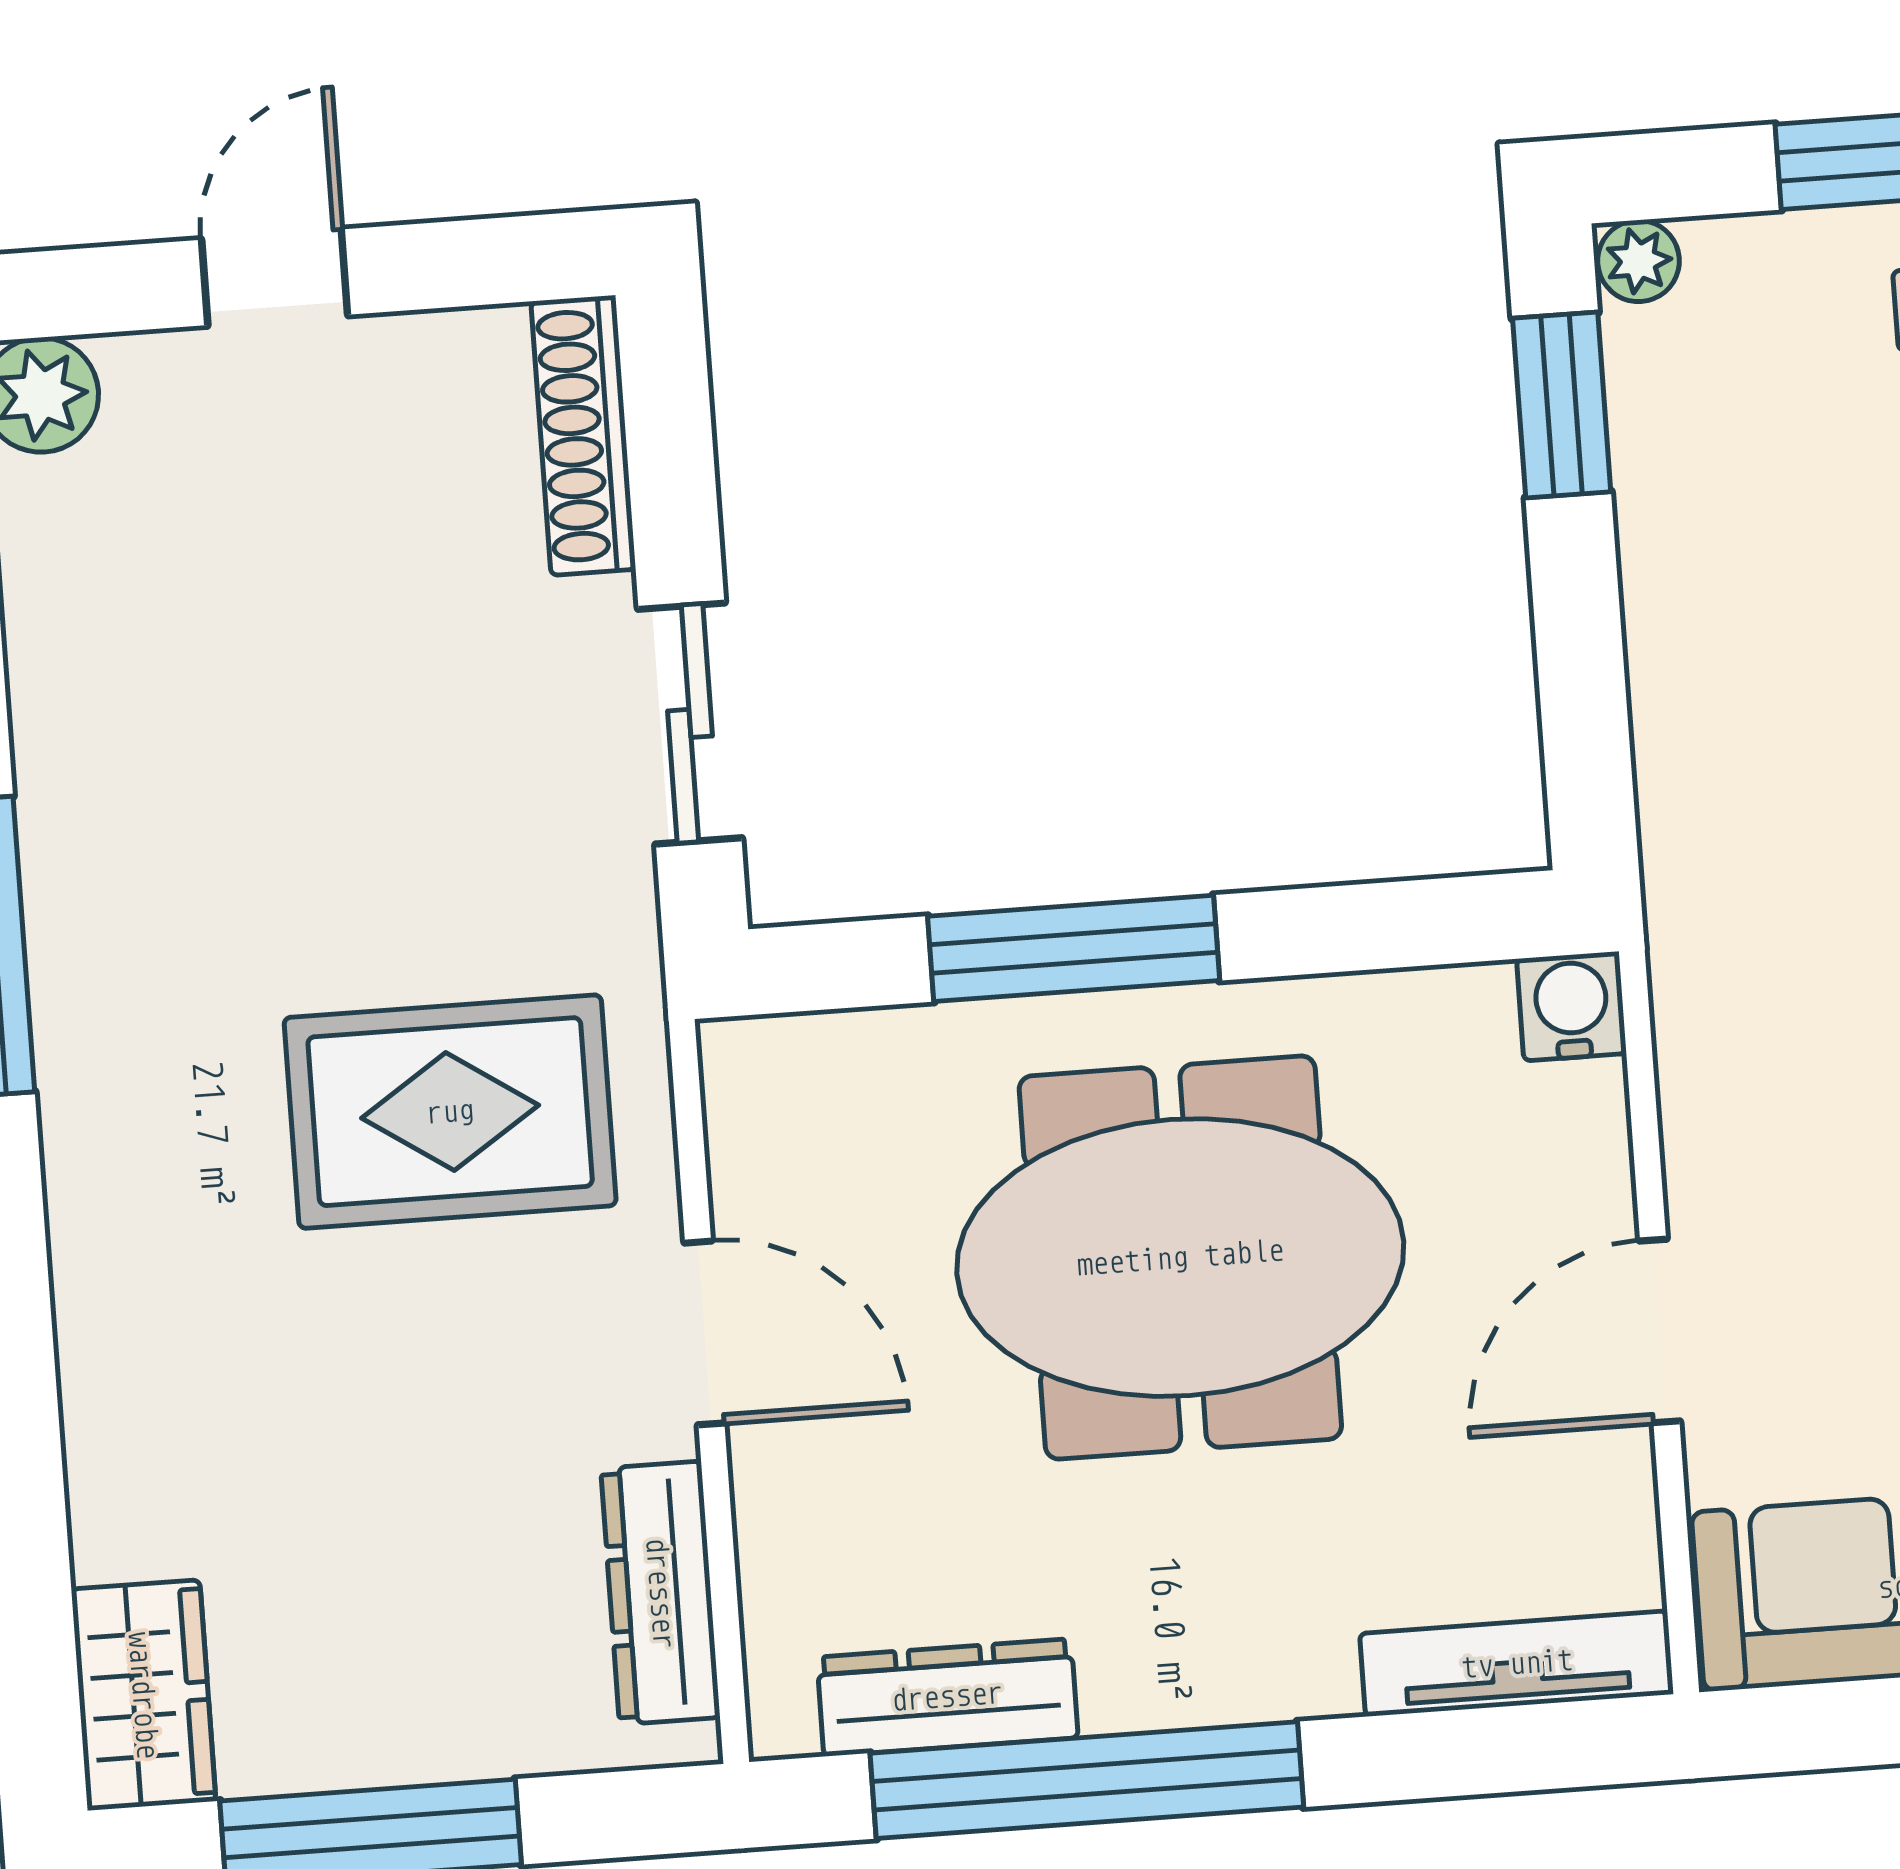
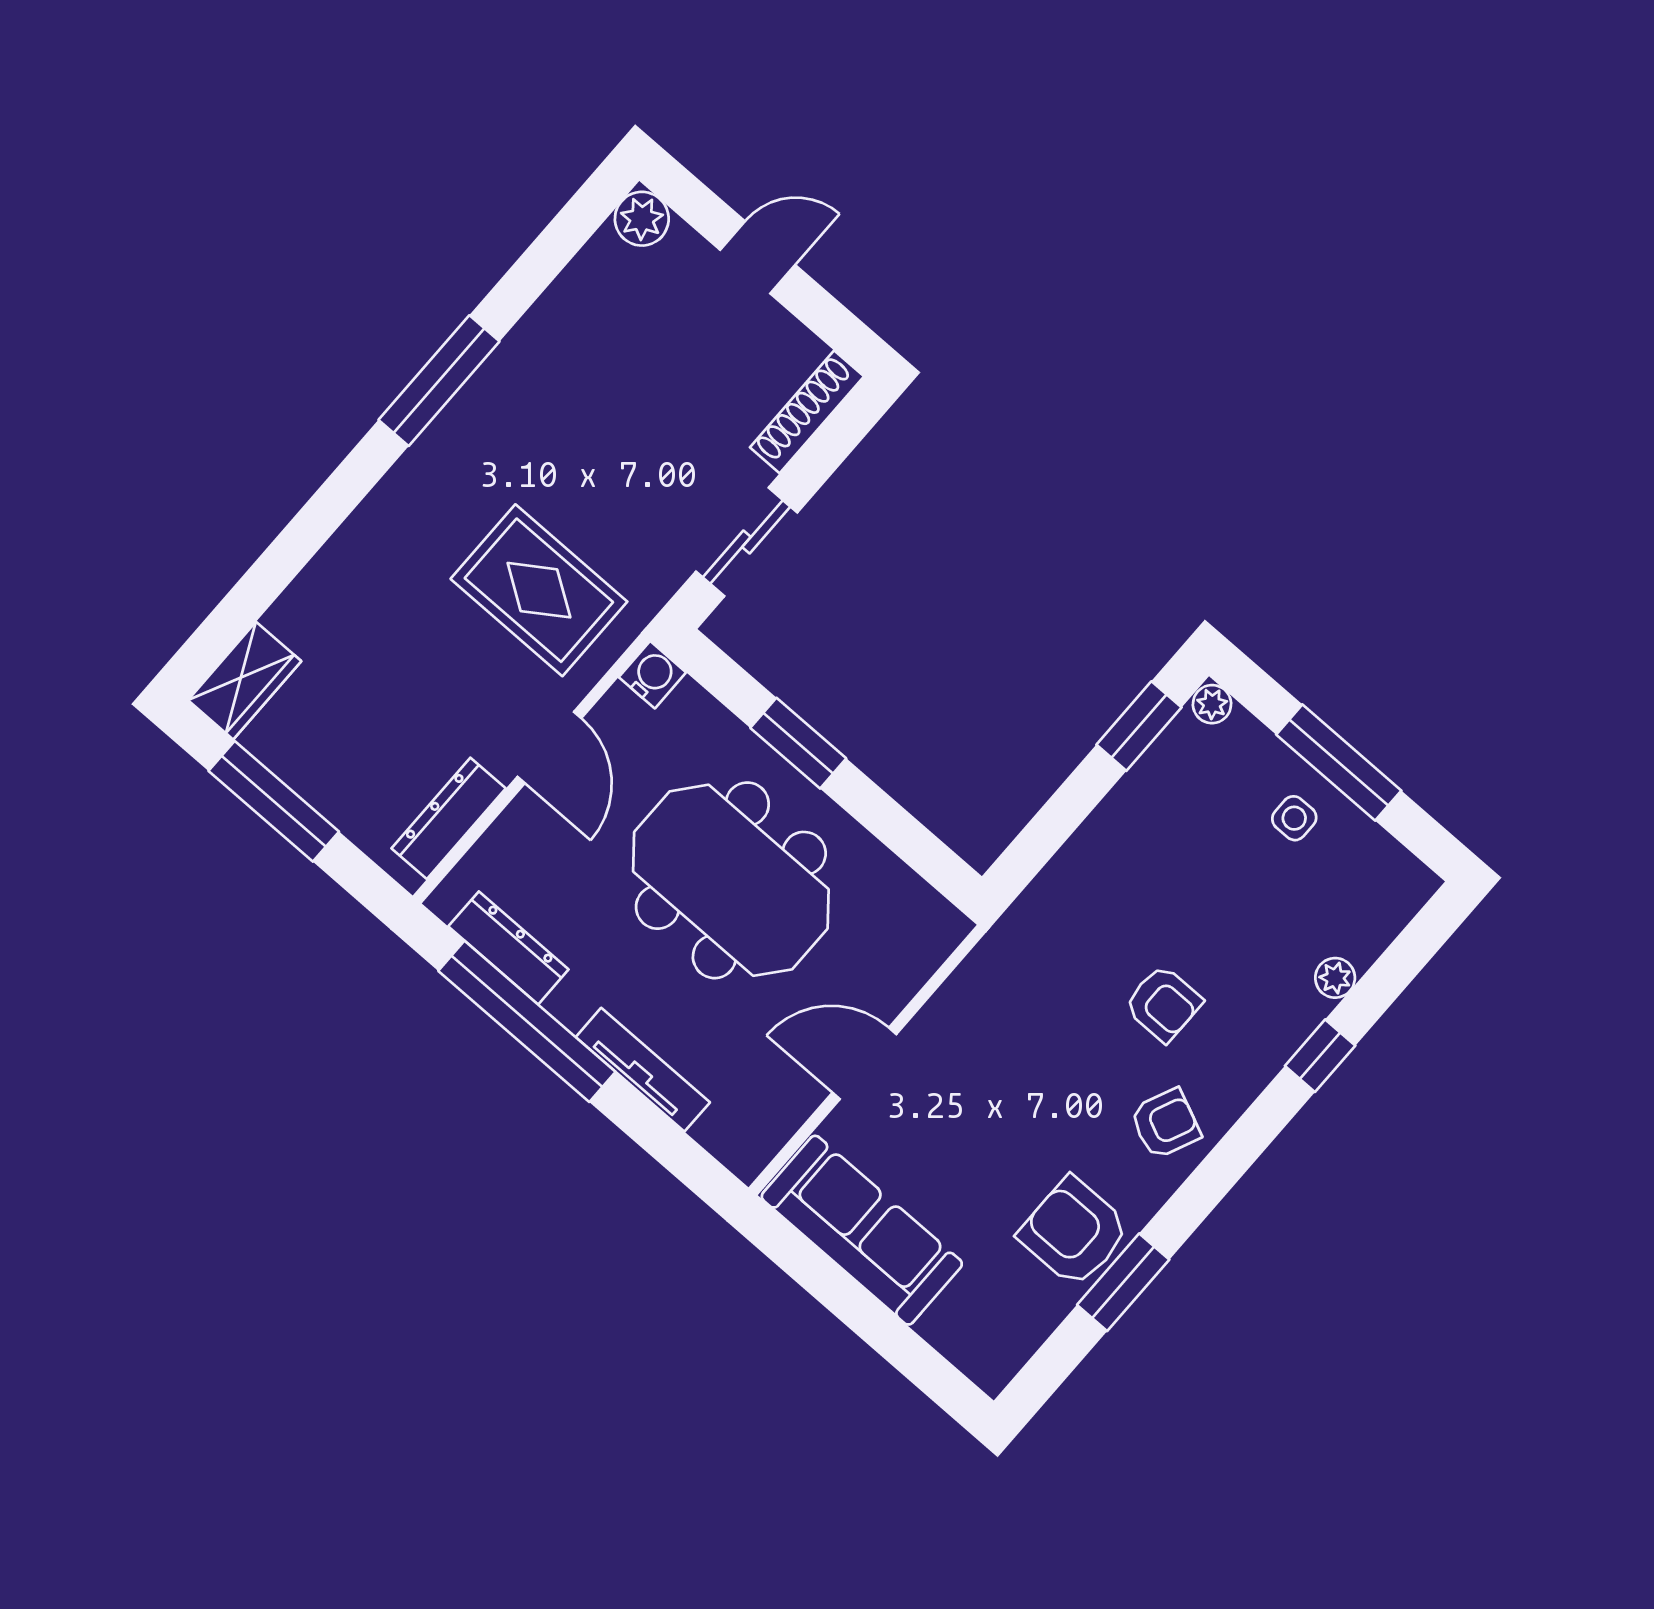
window: (1074, 948) -> (798, 743), width x0.69
water cooler: (1571, 1006) -> (652, 675), moved
tv unit: (1517, 1664) -> (643, 1070), moved

